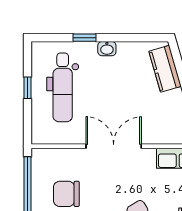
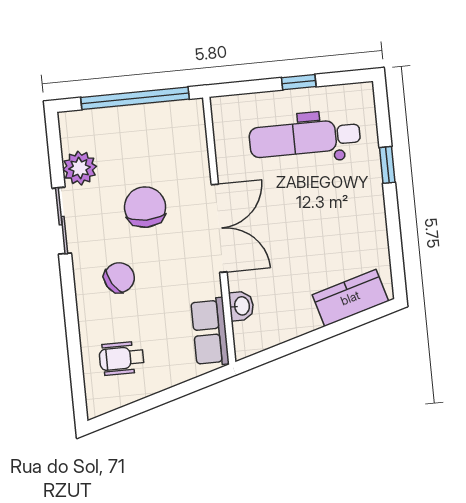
washbasin: (107, 49) -> (241, 306), moved, turned 180
chair: (66, 194) -> (145, 207), moved

